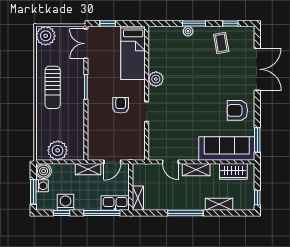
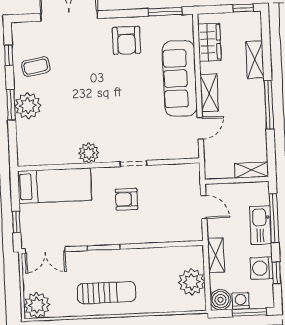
plant: (188, 31) -> (28, 106), width x1.88, depth x1.88
sofa: (227, 148) -> (180, 78), moved
shelving: (88, 169) -> (216, 255), moved
kitchen sink: (115, 203) -> (261, 225), moved

